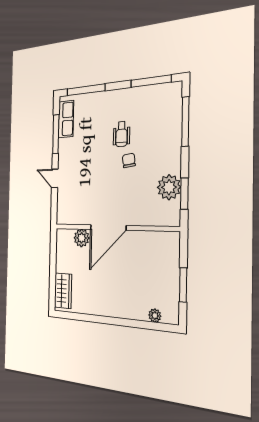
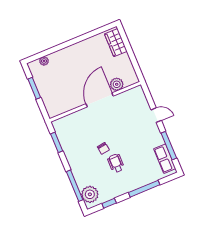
window: (151, 81) -> (109, 203), width x0.46
window: (86, 90) -> (144, 189), moved
plant: (169, 187) -> (90, 194), moved

